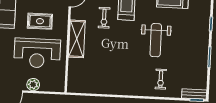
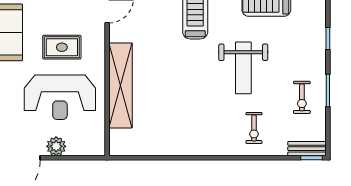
exercise bike: (104, 18) -> (302, 97), moved
shelving: (77, 39) -> (121, 85), width x1.47

